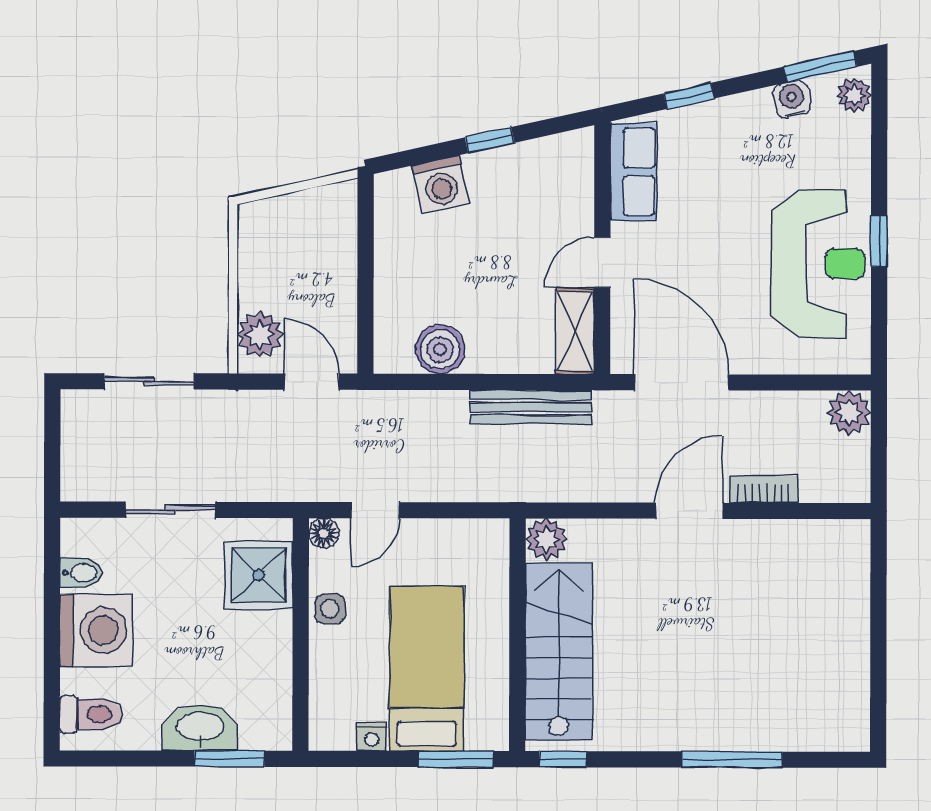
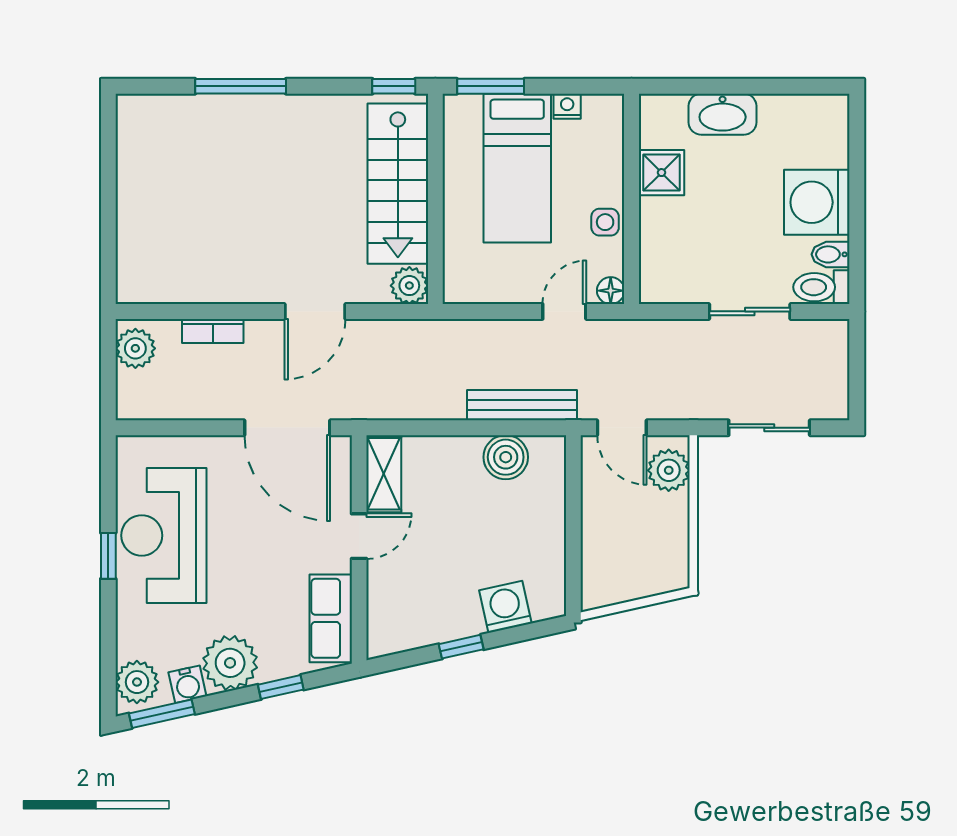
plant: (854, 95) -> (137, 682), width x1.38, depth x1.38
plant: (745, 123) -> (230, 663), added
bench: (531, 407) -> (522, 405), moved
plant: (849, 412) -> (135, 348), moved
door: (689, 511) -> (315, 311), moved
shower: (259, 575) -> (661, 173), moved, width x0.73, depth x0.73
toilet: (91, 714) -> (821, 287), moved
window: (230, 759) -> (696, 86), removed

